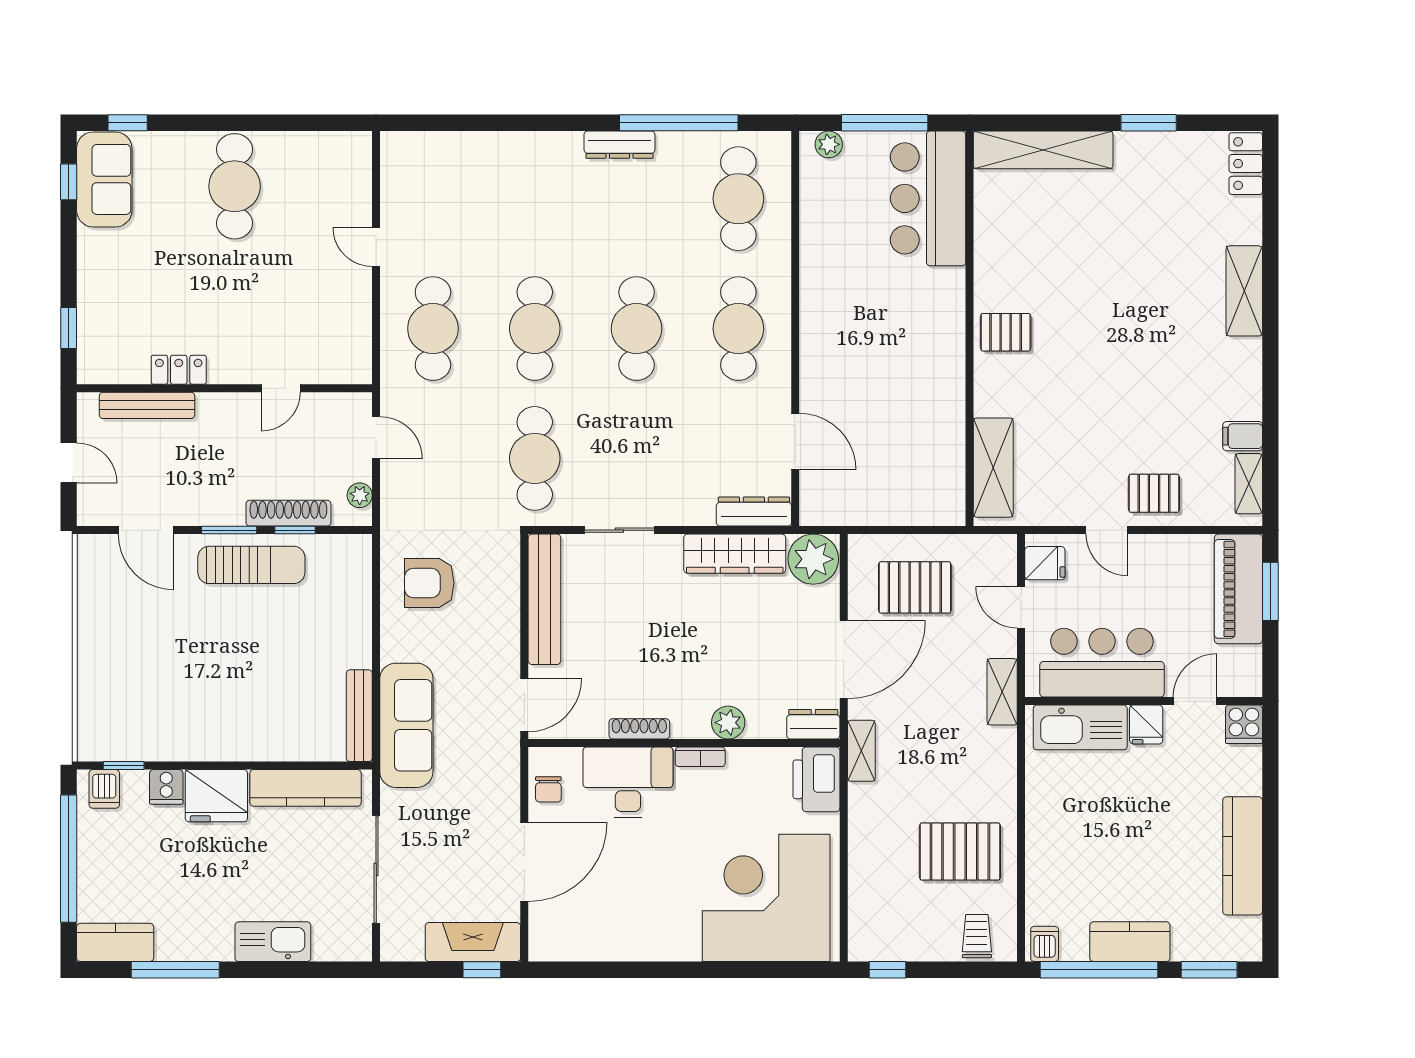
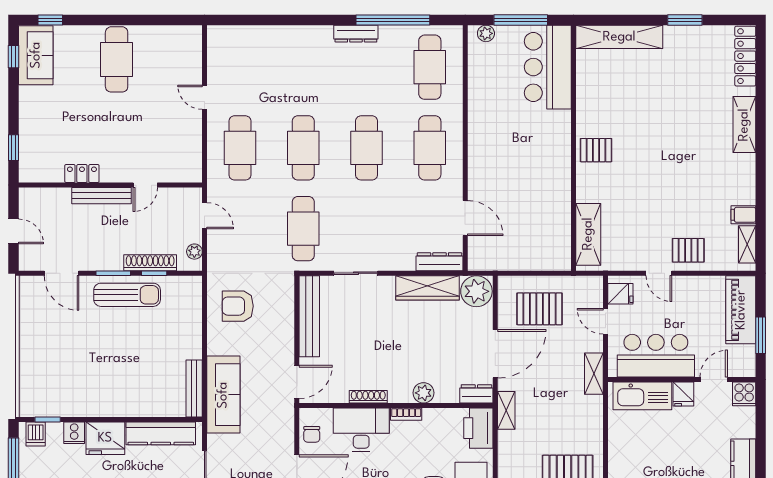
locker: (1246, 164) -> (745, 56), width x1.53
bench: (147, 405) -> (101, 196), moved
window: (1270, 591) -> (761, 335), moved

